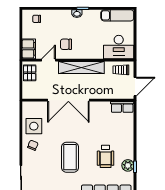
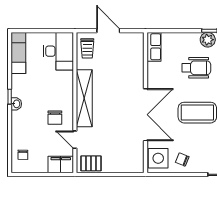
double door: (68, 100) -> (145, 115), moved
wall: (78, 100) -> (145, 103), moved
row of seats: (122, 107) -> (154, 47), moved

